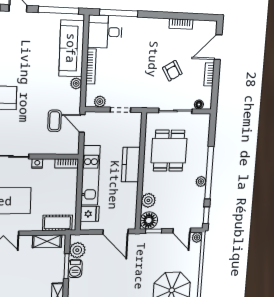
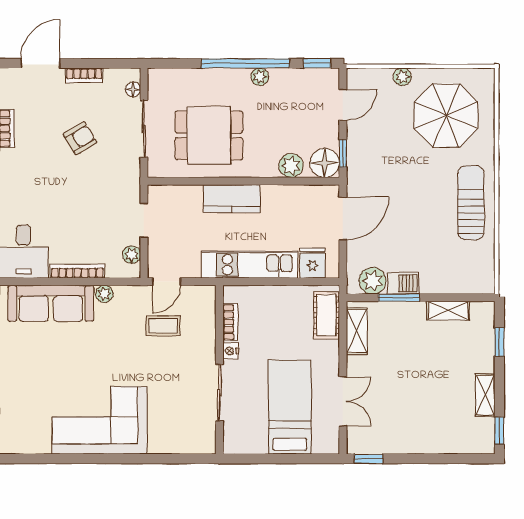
door: (218, 47) -> (40, 63), swing flipped
bookcase: (67, 163) -> (230, 322), moved
plant: (197, 237) -> (402, 77), moved

